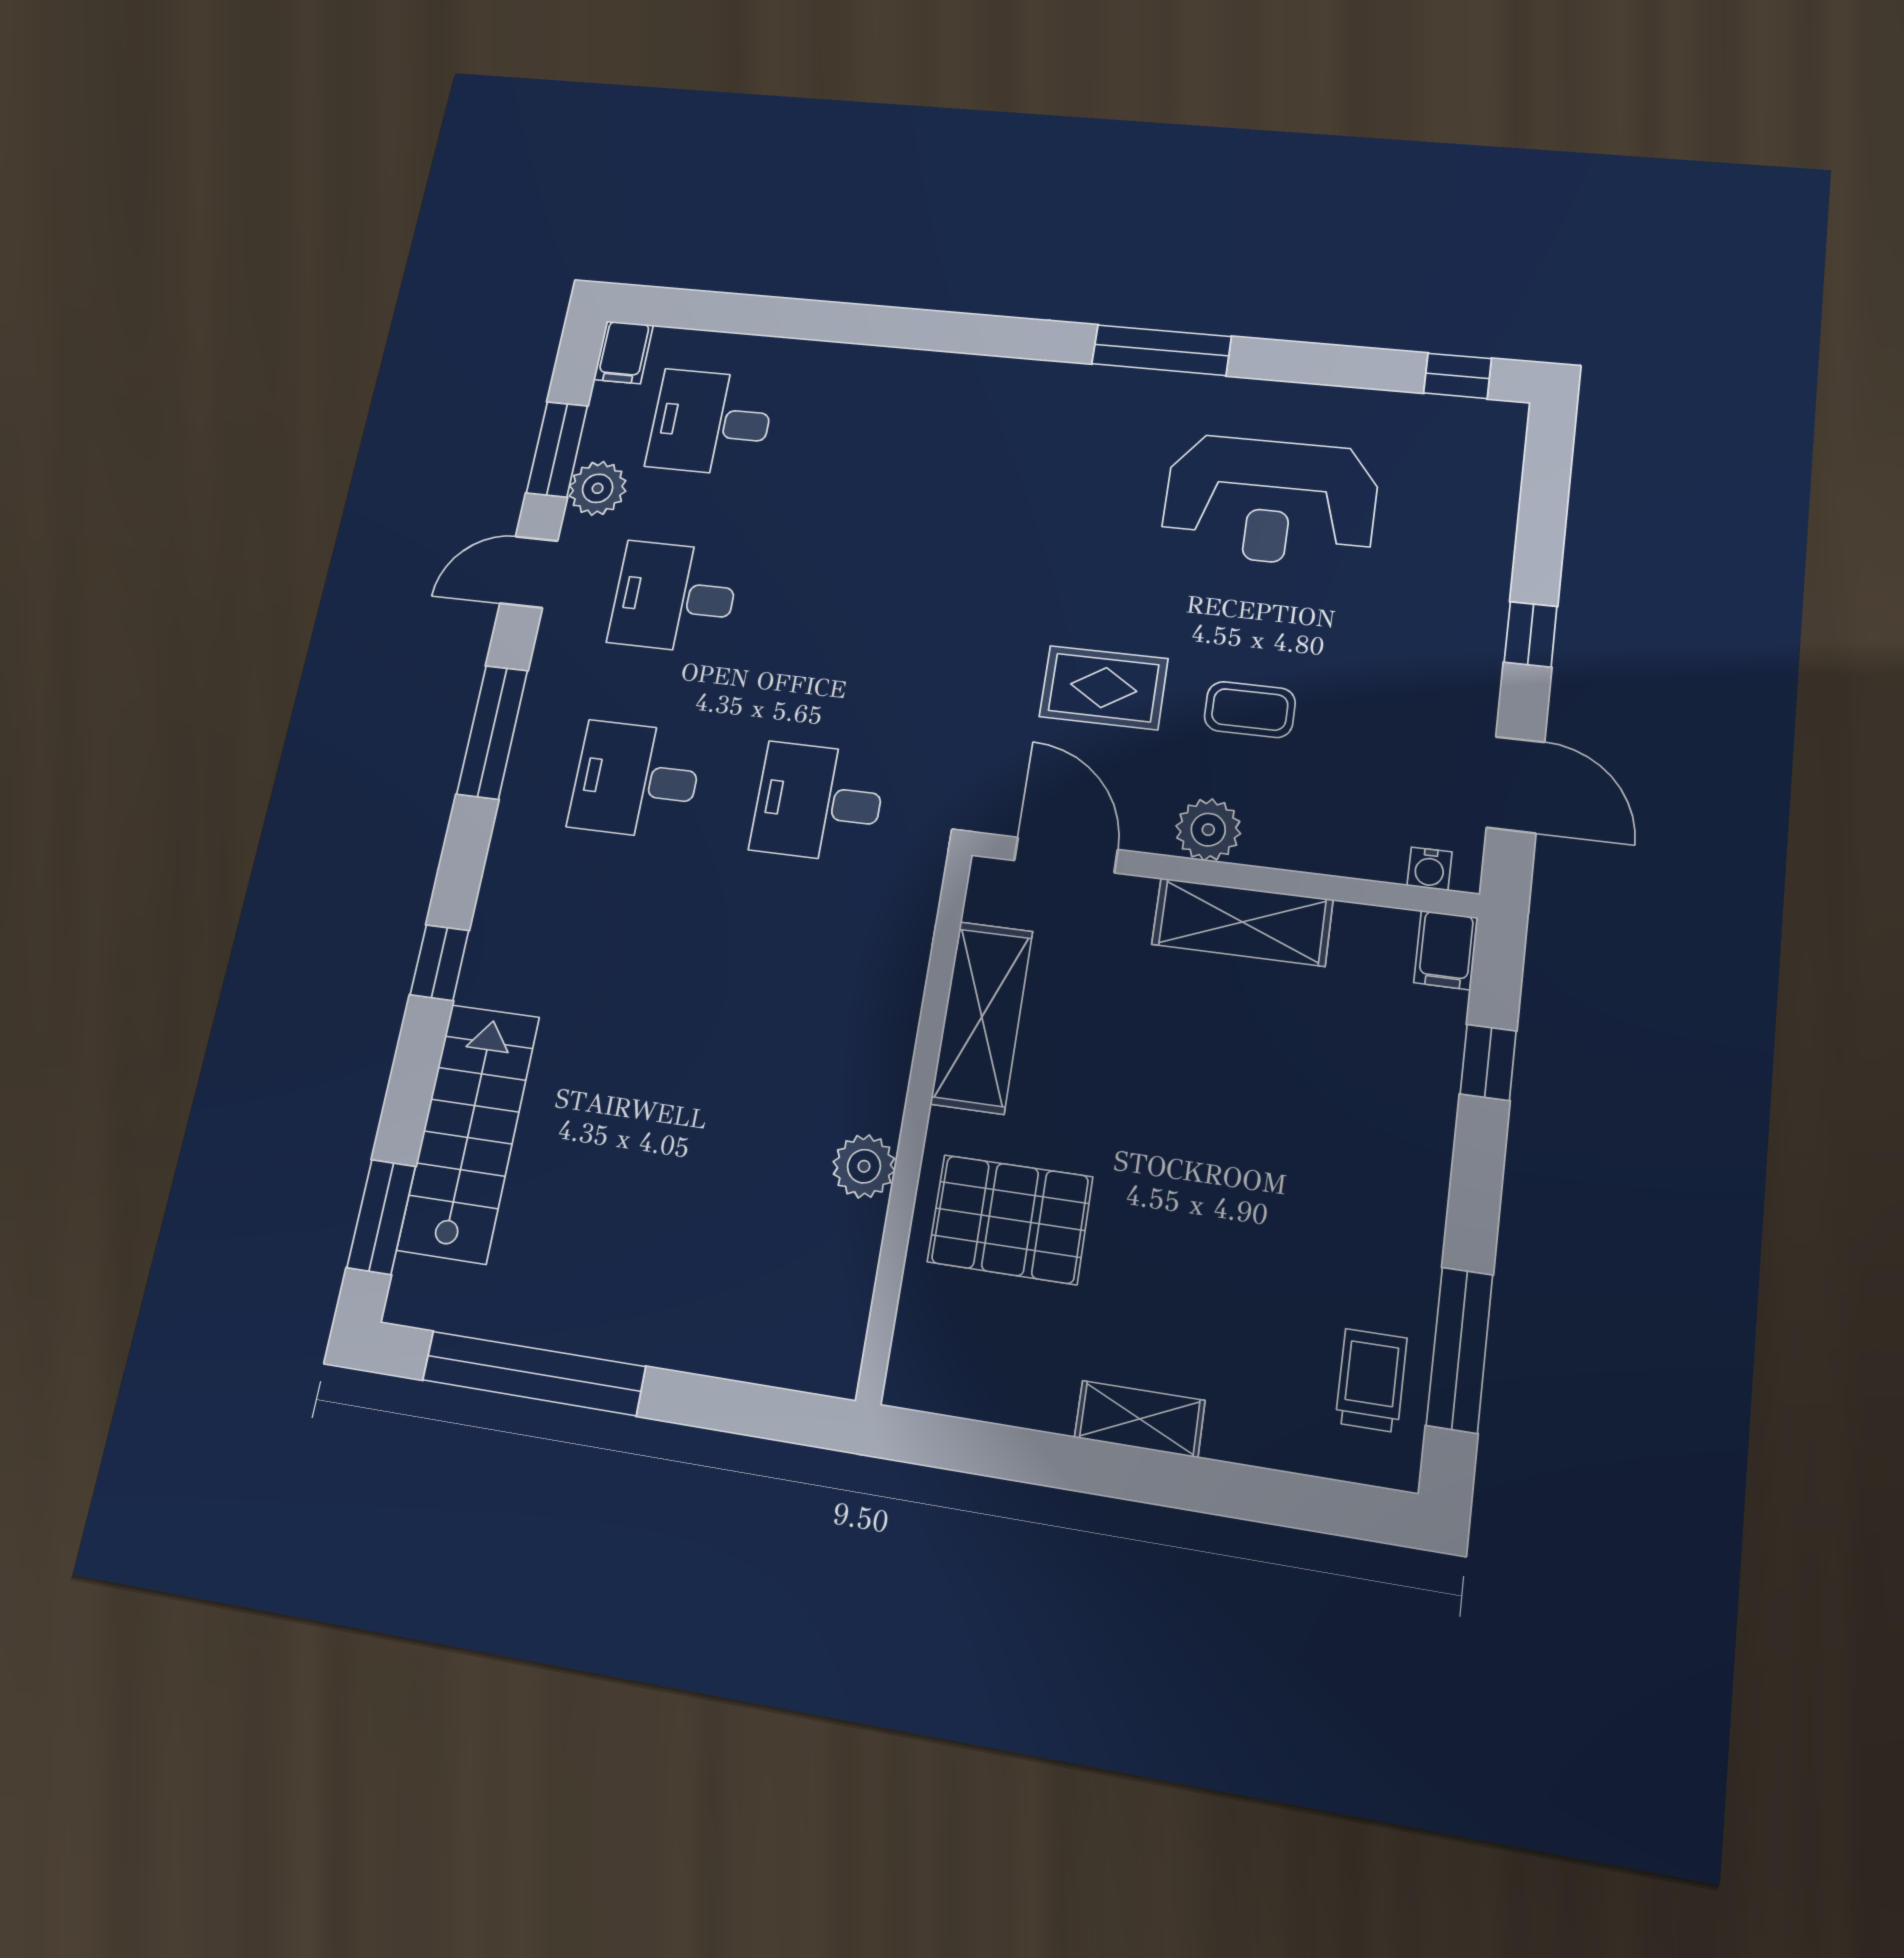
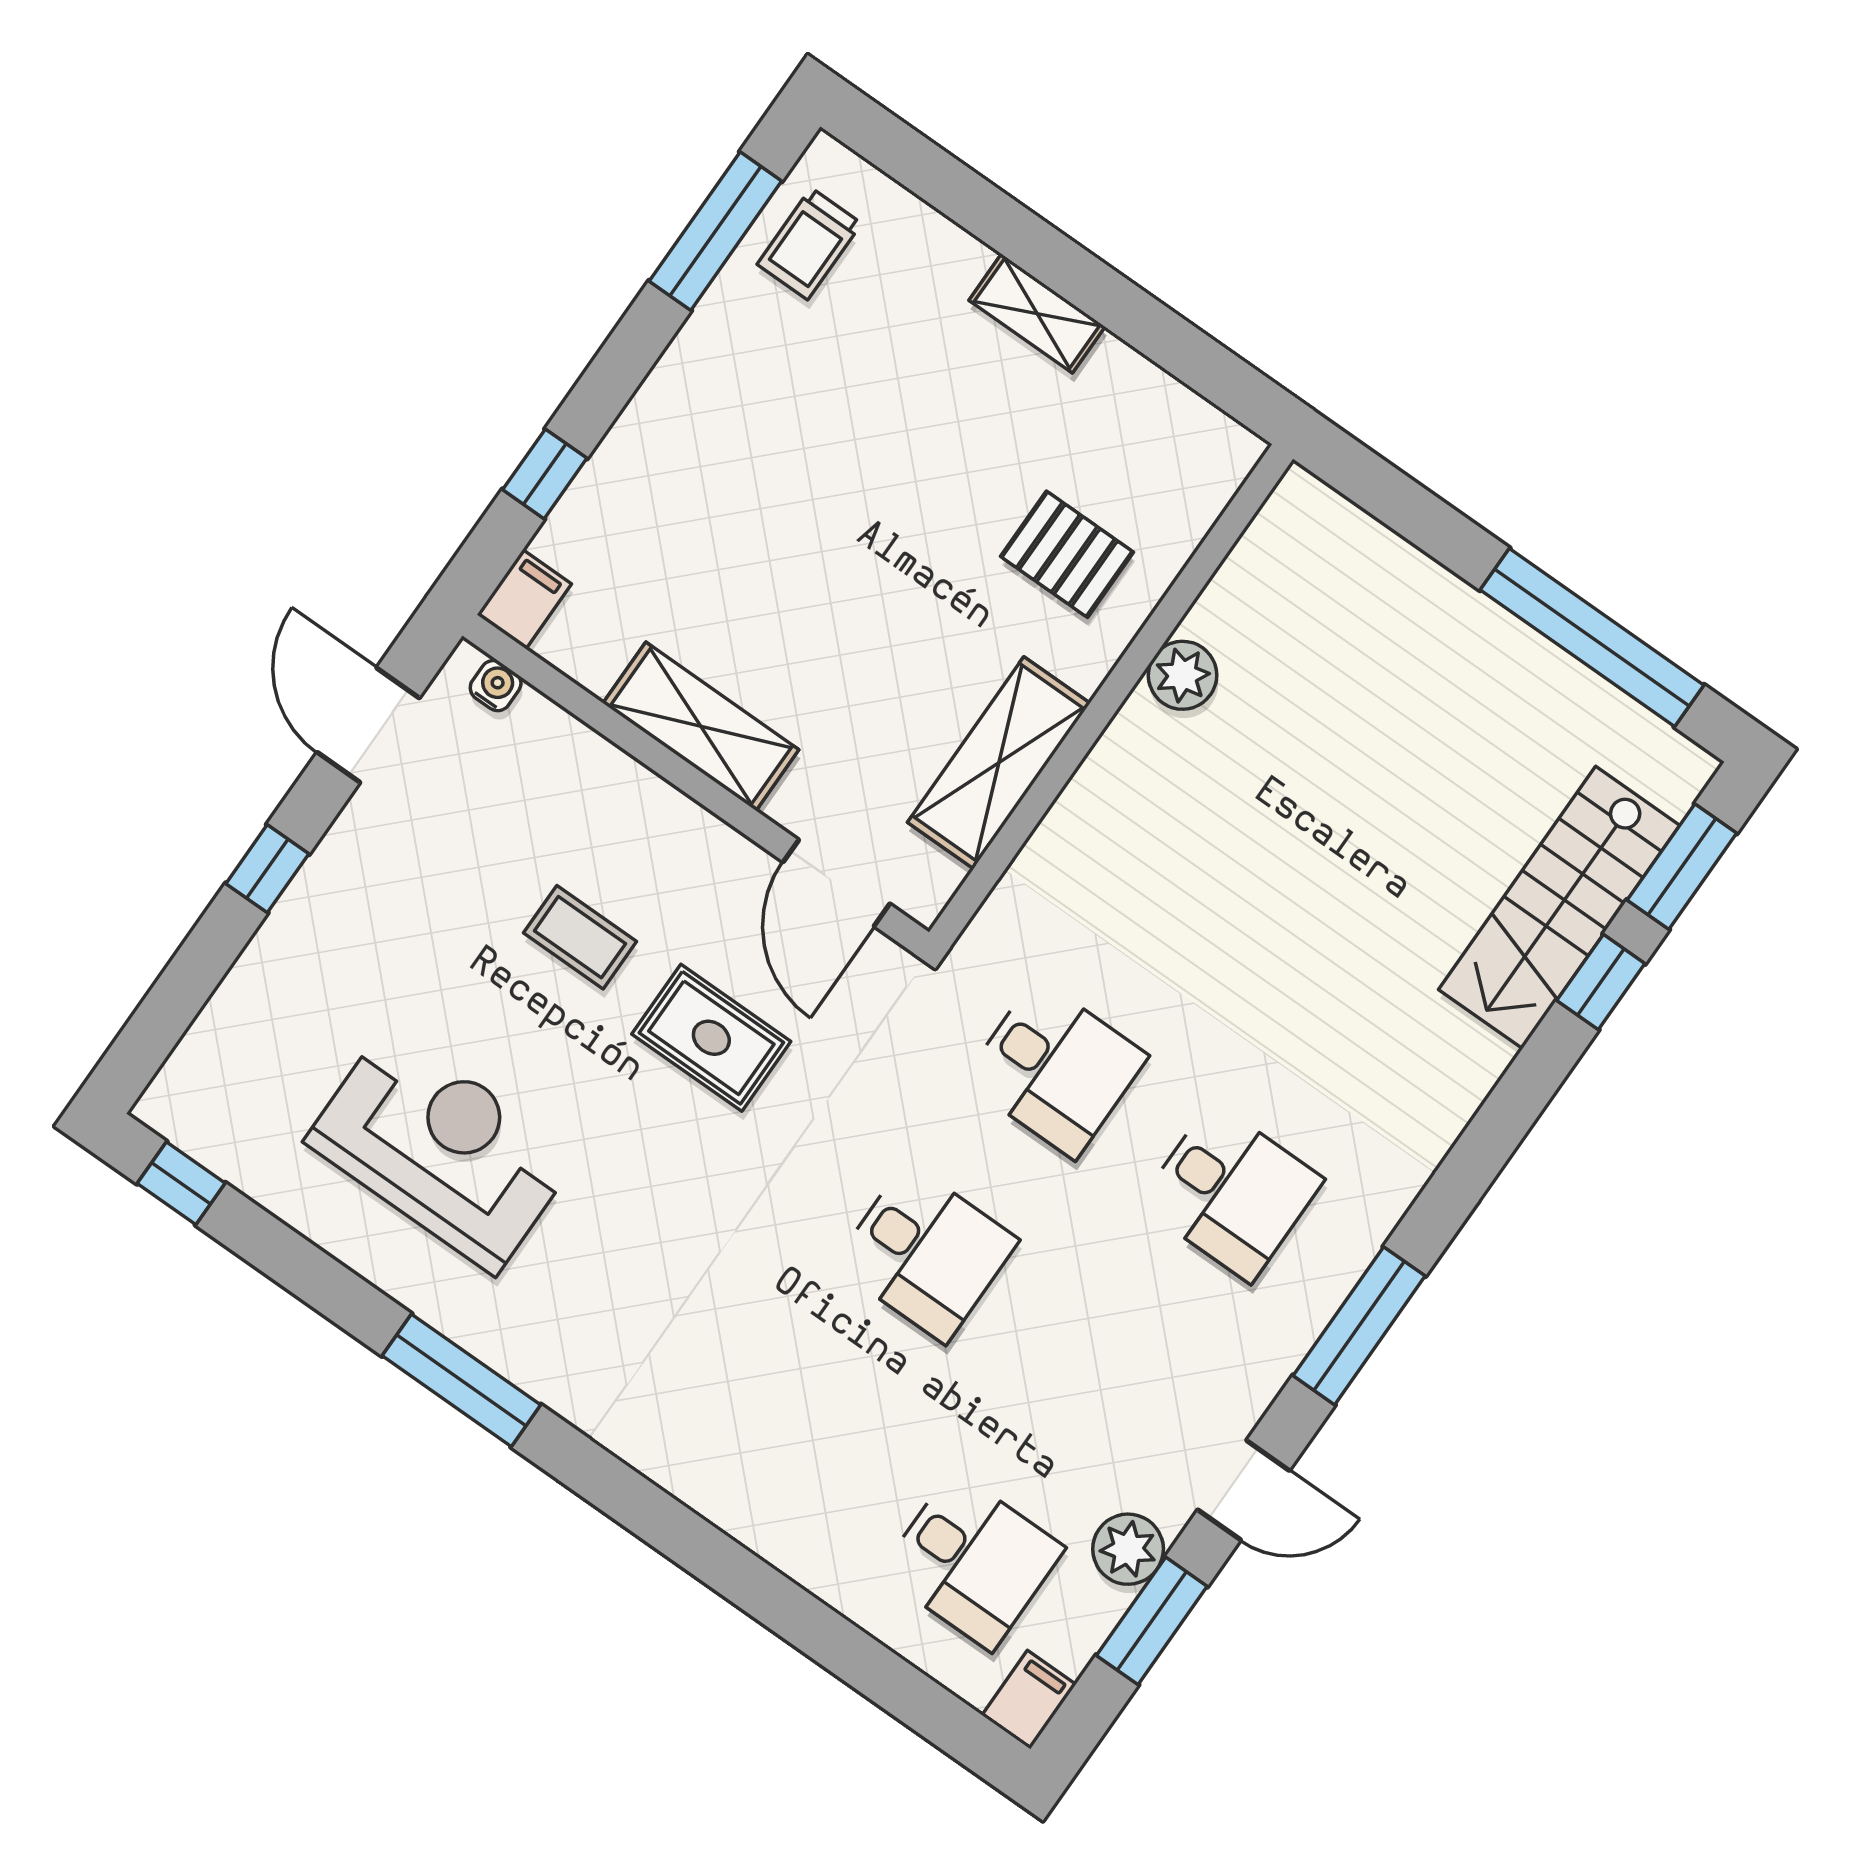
desk: (674, 597) -> (926, 1253), moved
plant: (1208, 830) -> (685, 836), removed
window: (439, 963) -> (1601, 982), moved
pallet: (1010, 1219) -> (1067, 554), width x0.67, depth x0.71

